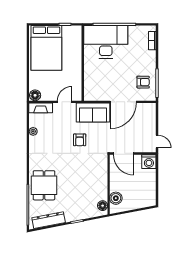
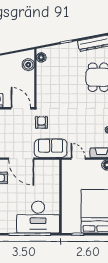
door: (65, 102) -> (78, 159), swing flipped
door: (123, 102) -> (21, 159), swing flipped
armchair: (80, 140) -> (41, 122), moved

